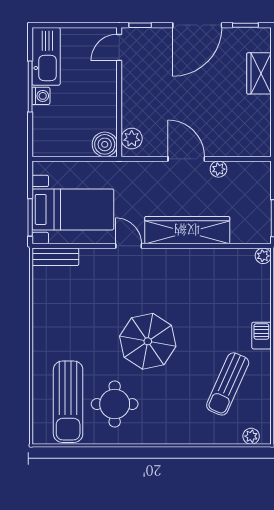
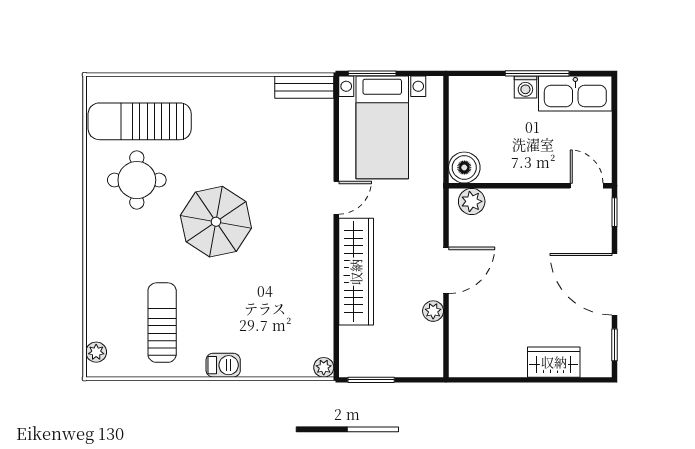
bench: (55, 257) -> (304, 87), moved, turned 90
sun lounger: (228, 384) -> (162, 323), turned 66

